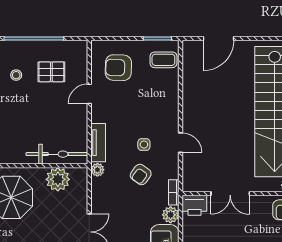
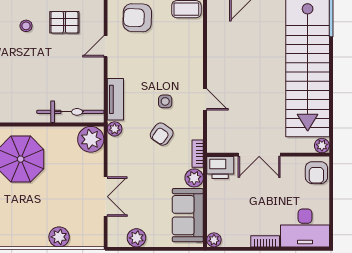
plant: (58, 179) -> (91, 139), moved

